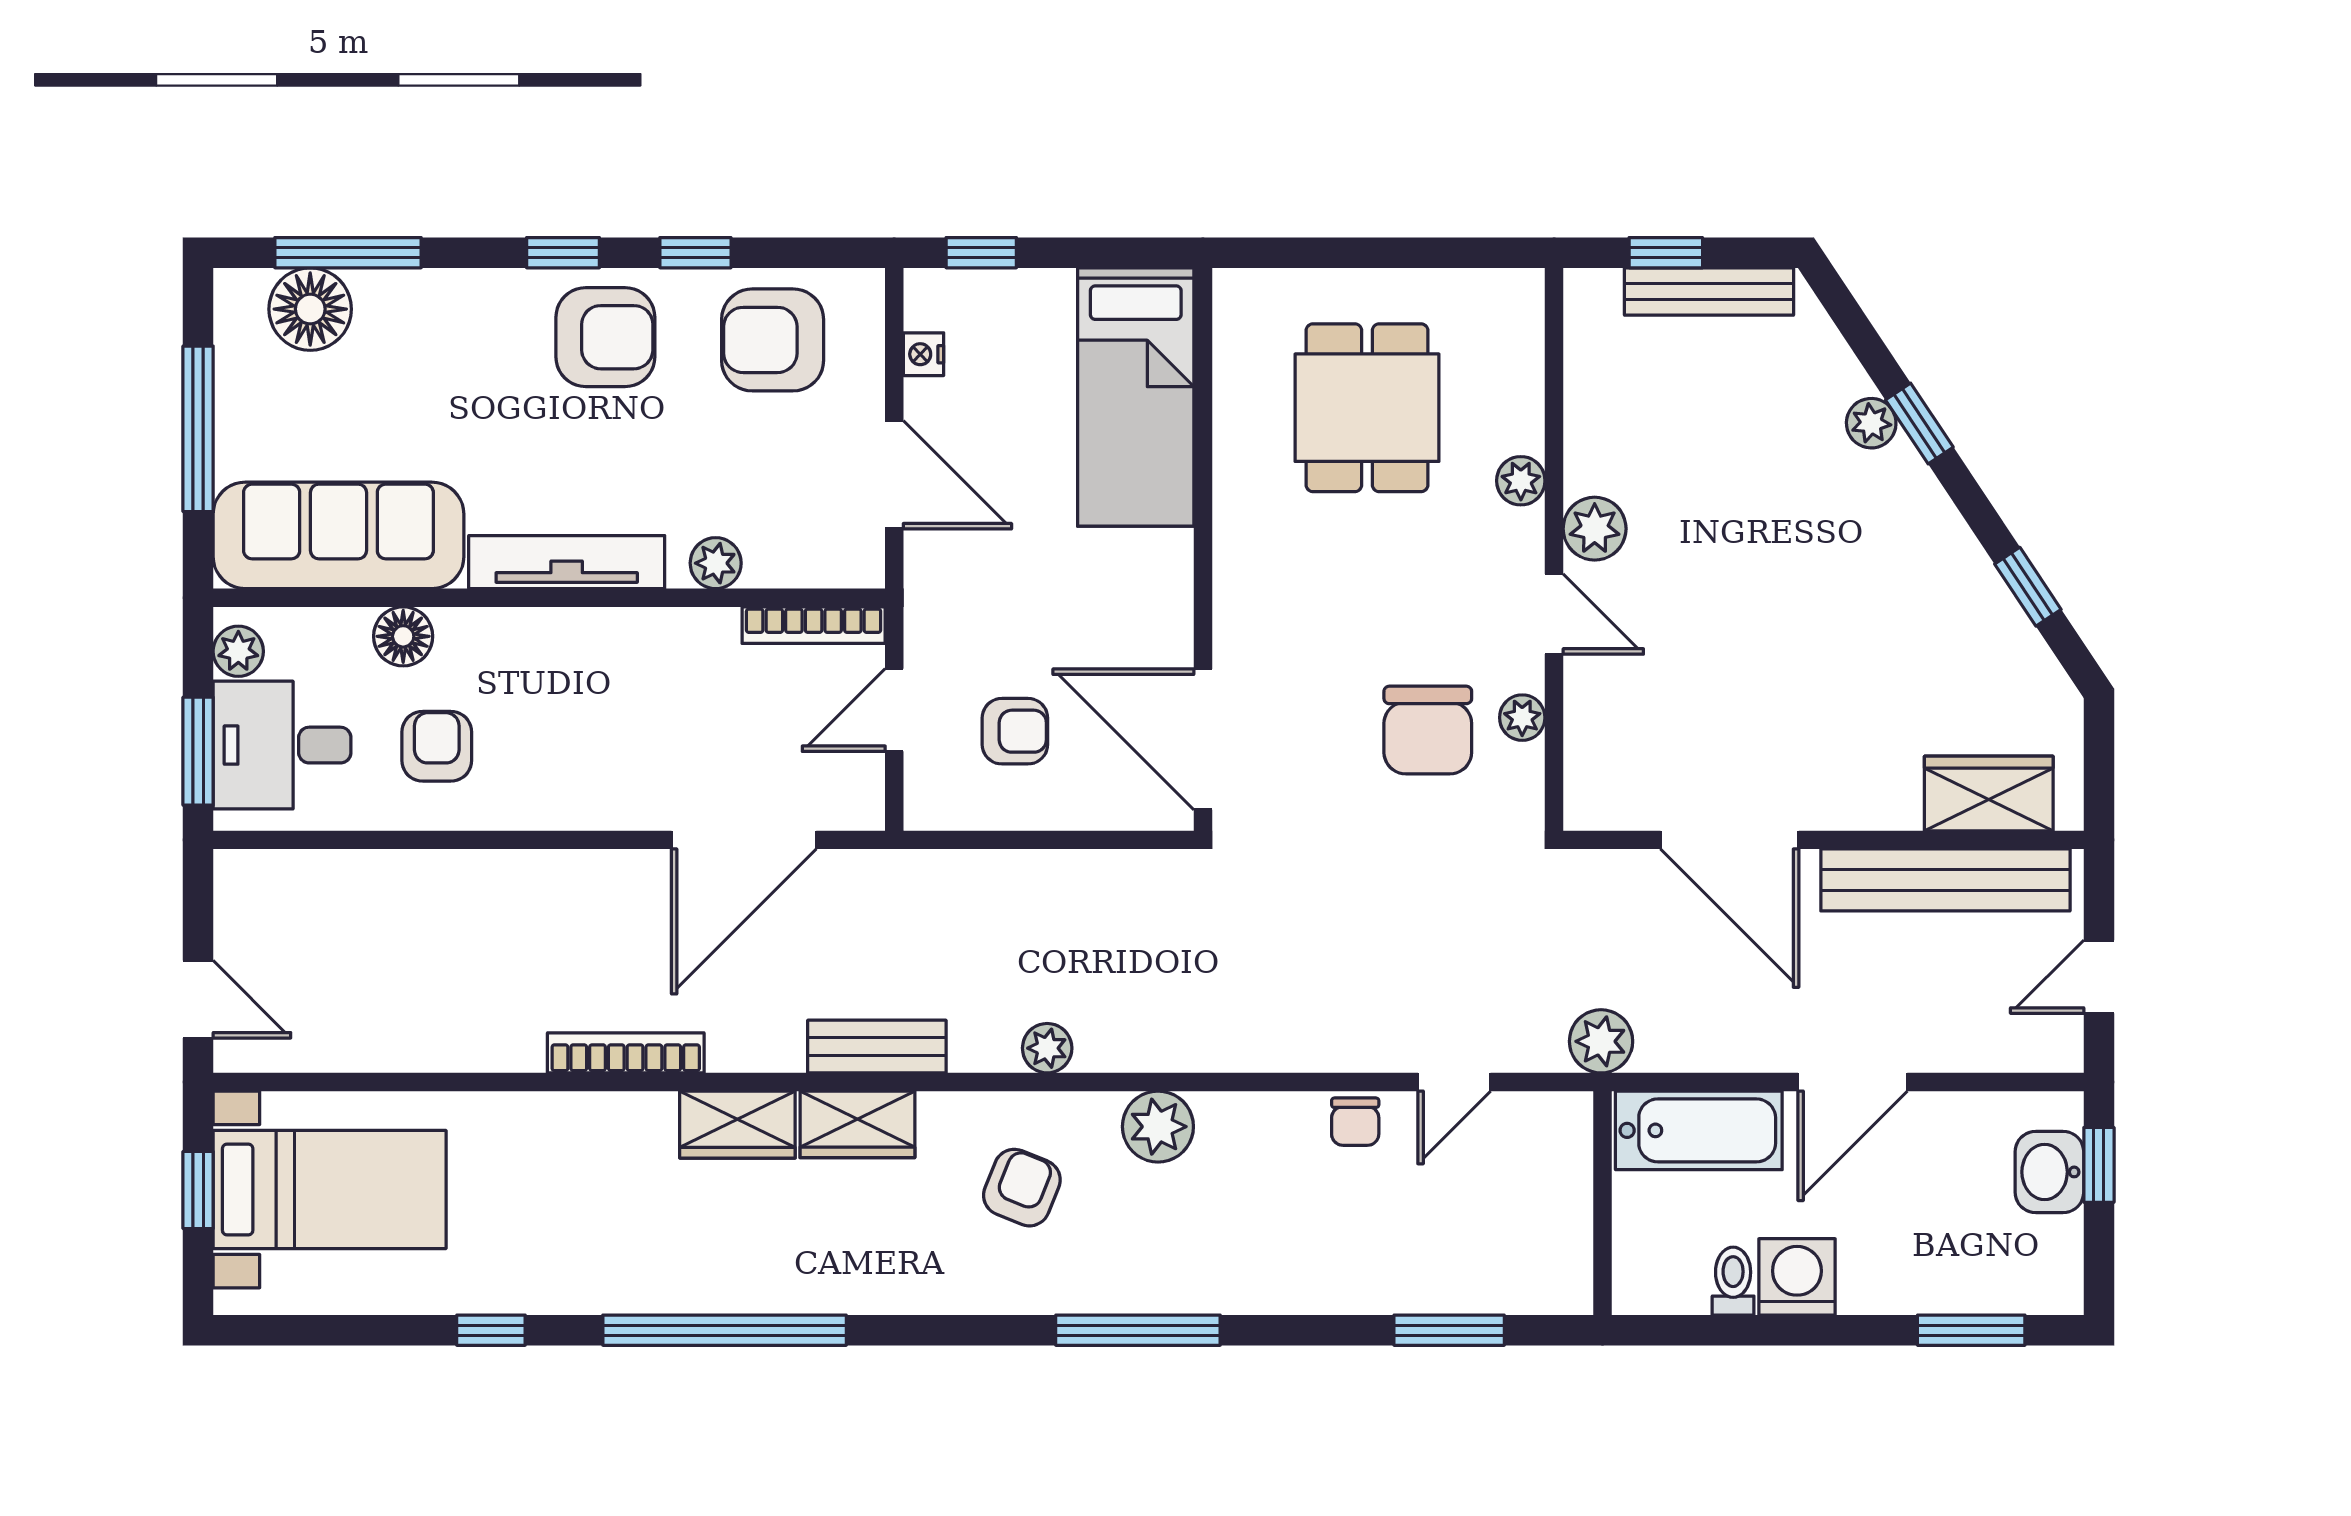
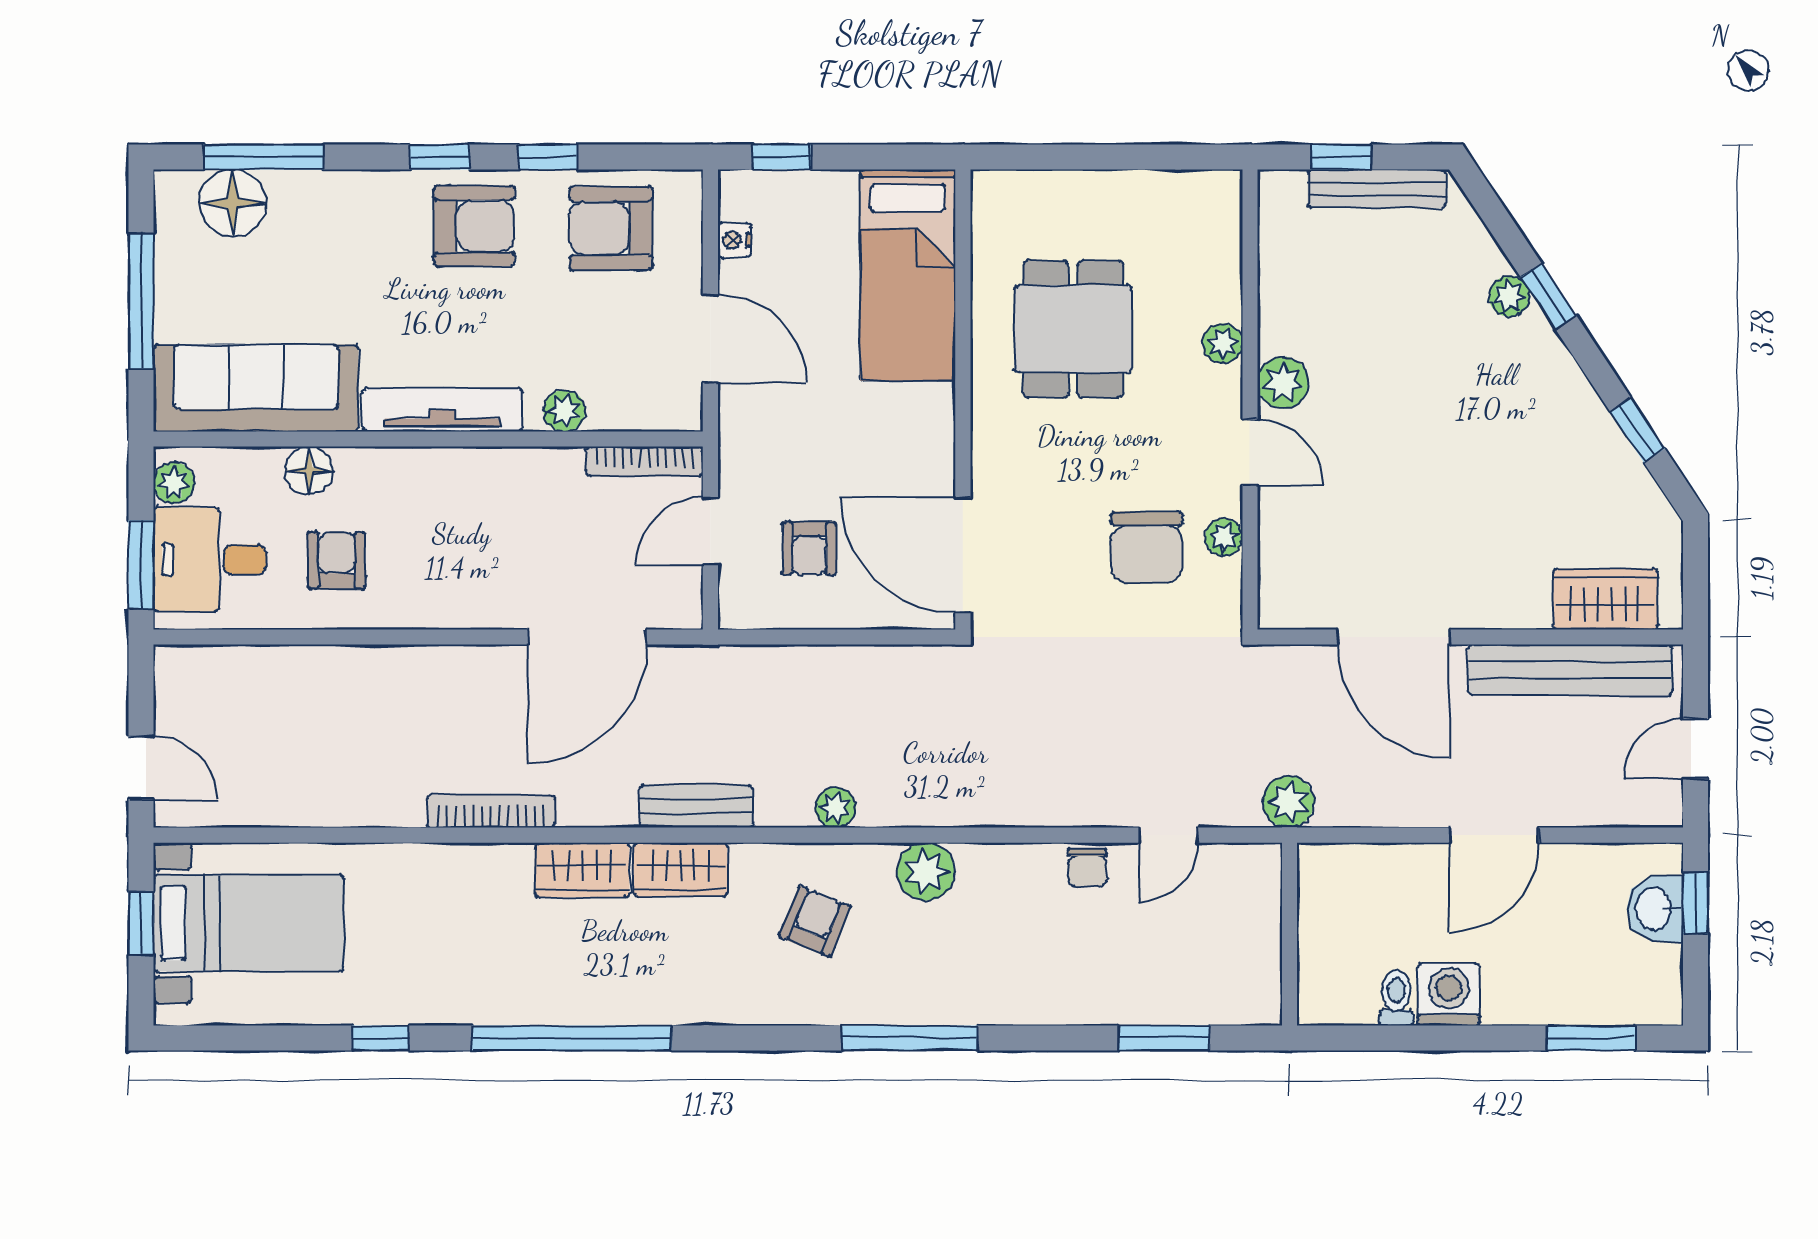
dining table: (1367, 408) -> (1073, 329), moved
armchair: (1015, 731) -> (809, 548), turned 90
bathtub: (1699, 1130) -> (1368, 875), removed

